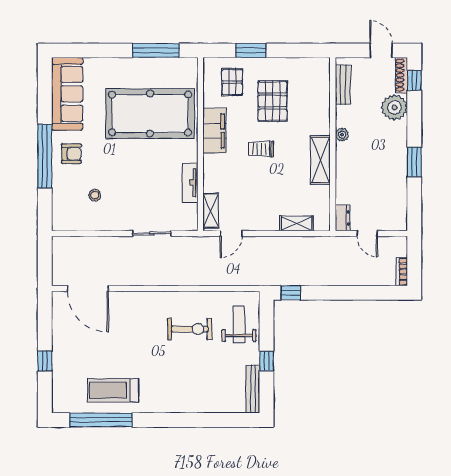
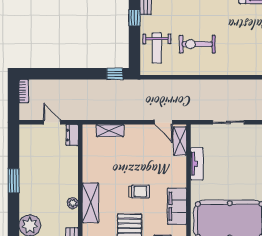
shelving: (320, 160) -> (90, 203), moved
door: (231, 233) -> (163, 122), swing flipped

